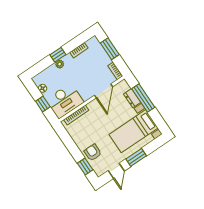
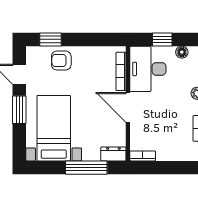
window: (110, 49) -> (175, 168), removed
door: (103, 91) -> (128, 107), moved
dresser: (132, 98) -> (113, 154), moved
armchair: (93, 153) -> (61, 60), turned 180

